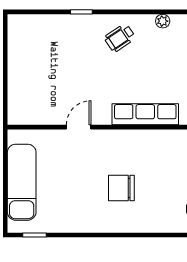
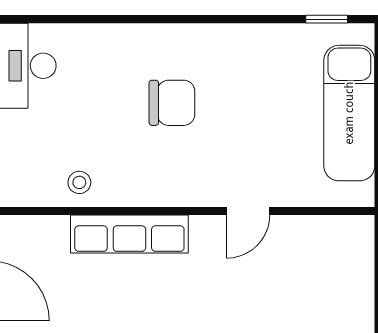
stool: (173, 143) -> (79, 182), added

